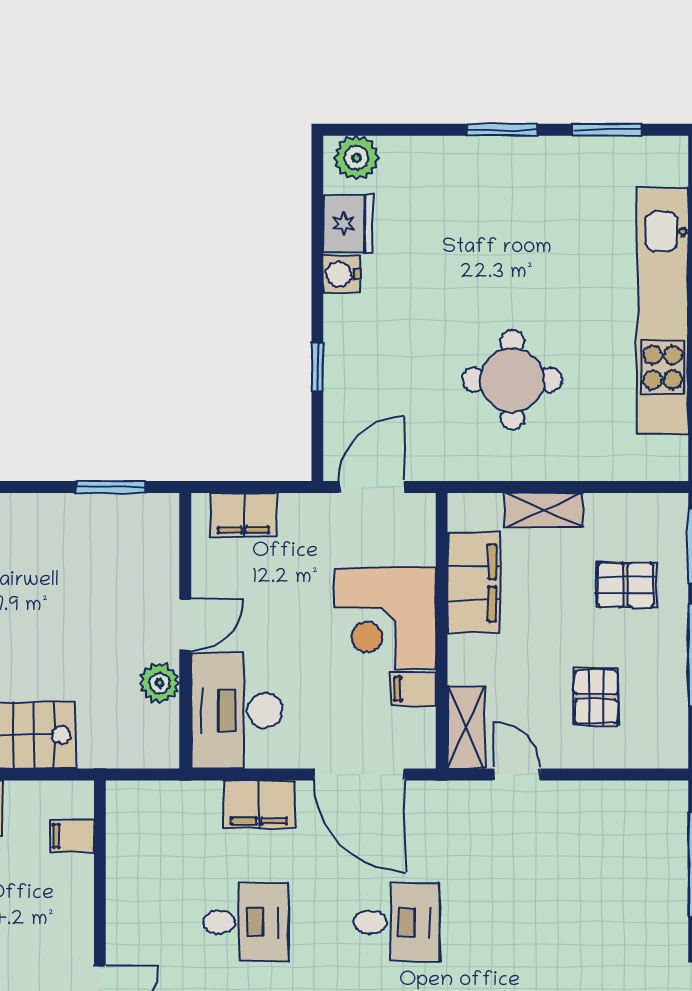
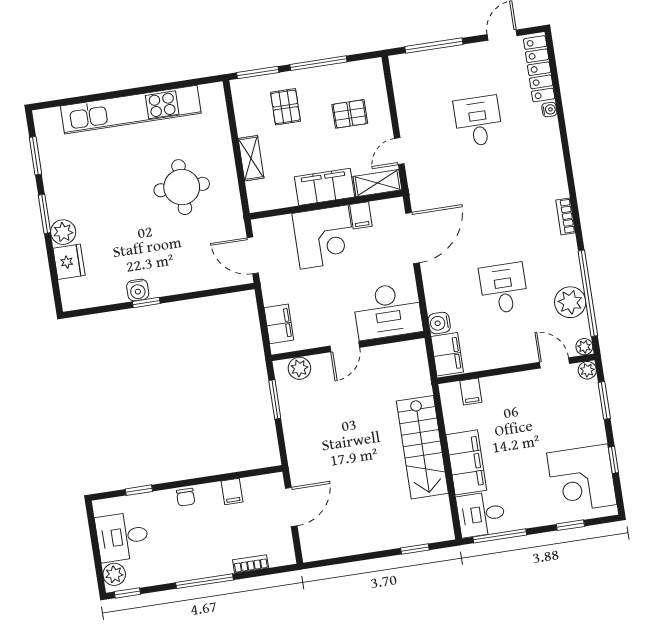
plant: (356, 158) -> (63, 232), moved
fridge: (348, 224) -> (69, 262), moved, turned 90
window: (317, 366) -> (146, 302), moved
filing cabinet: (474, 583) -> (324, 187), moved
door: (185, 625) -> (345, 347), swing flipped
plant: (159, 683) -> (299, 368), moved
water cooler: (202, 799) -> (439, 323), added
filing cabinet: (259, 804) -> (447, 354), moved
desk: (397, 922) -> (478, 121), moved

